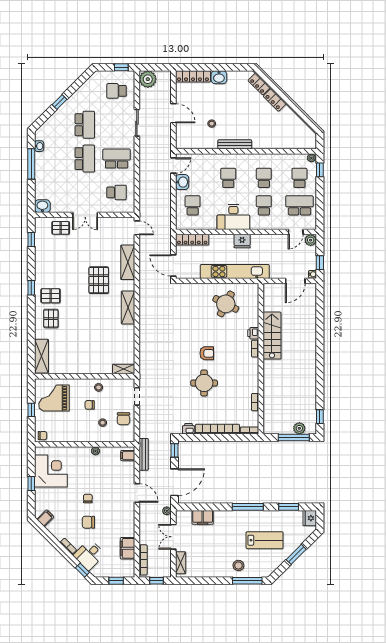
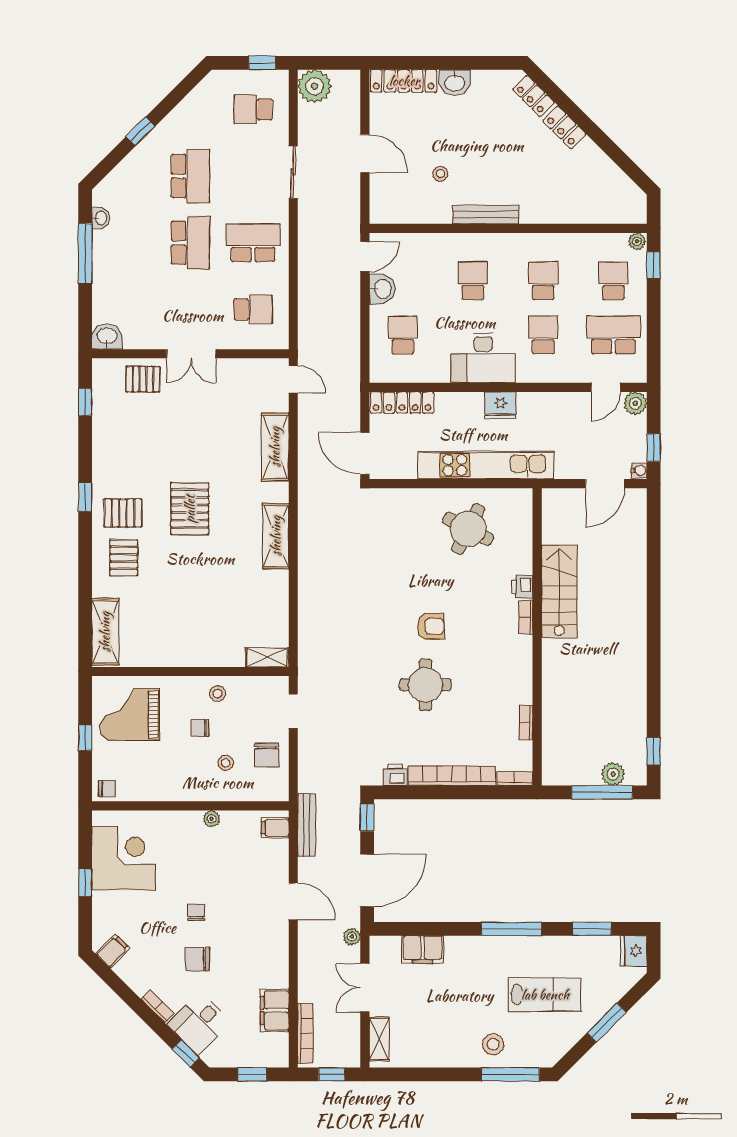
pallet: (99, 280) -> (190, 509), moved

